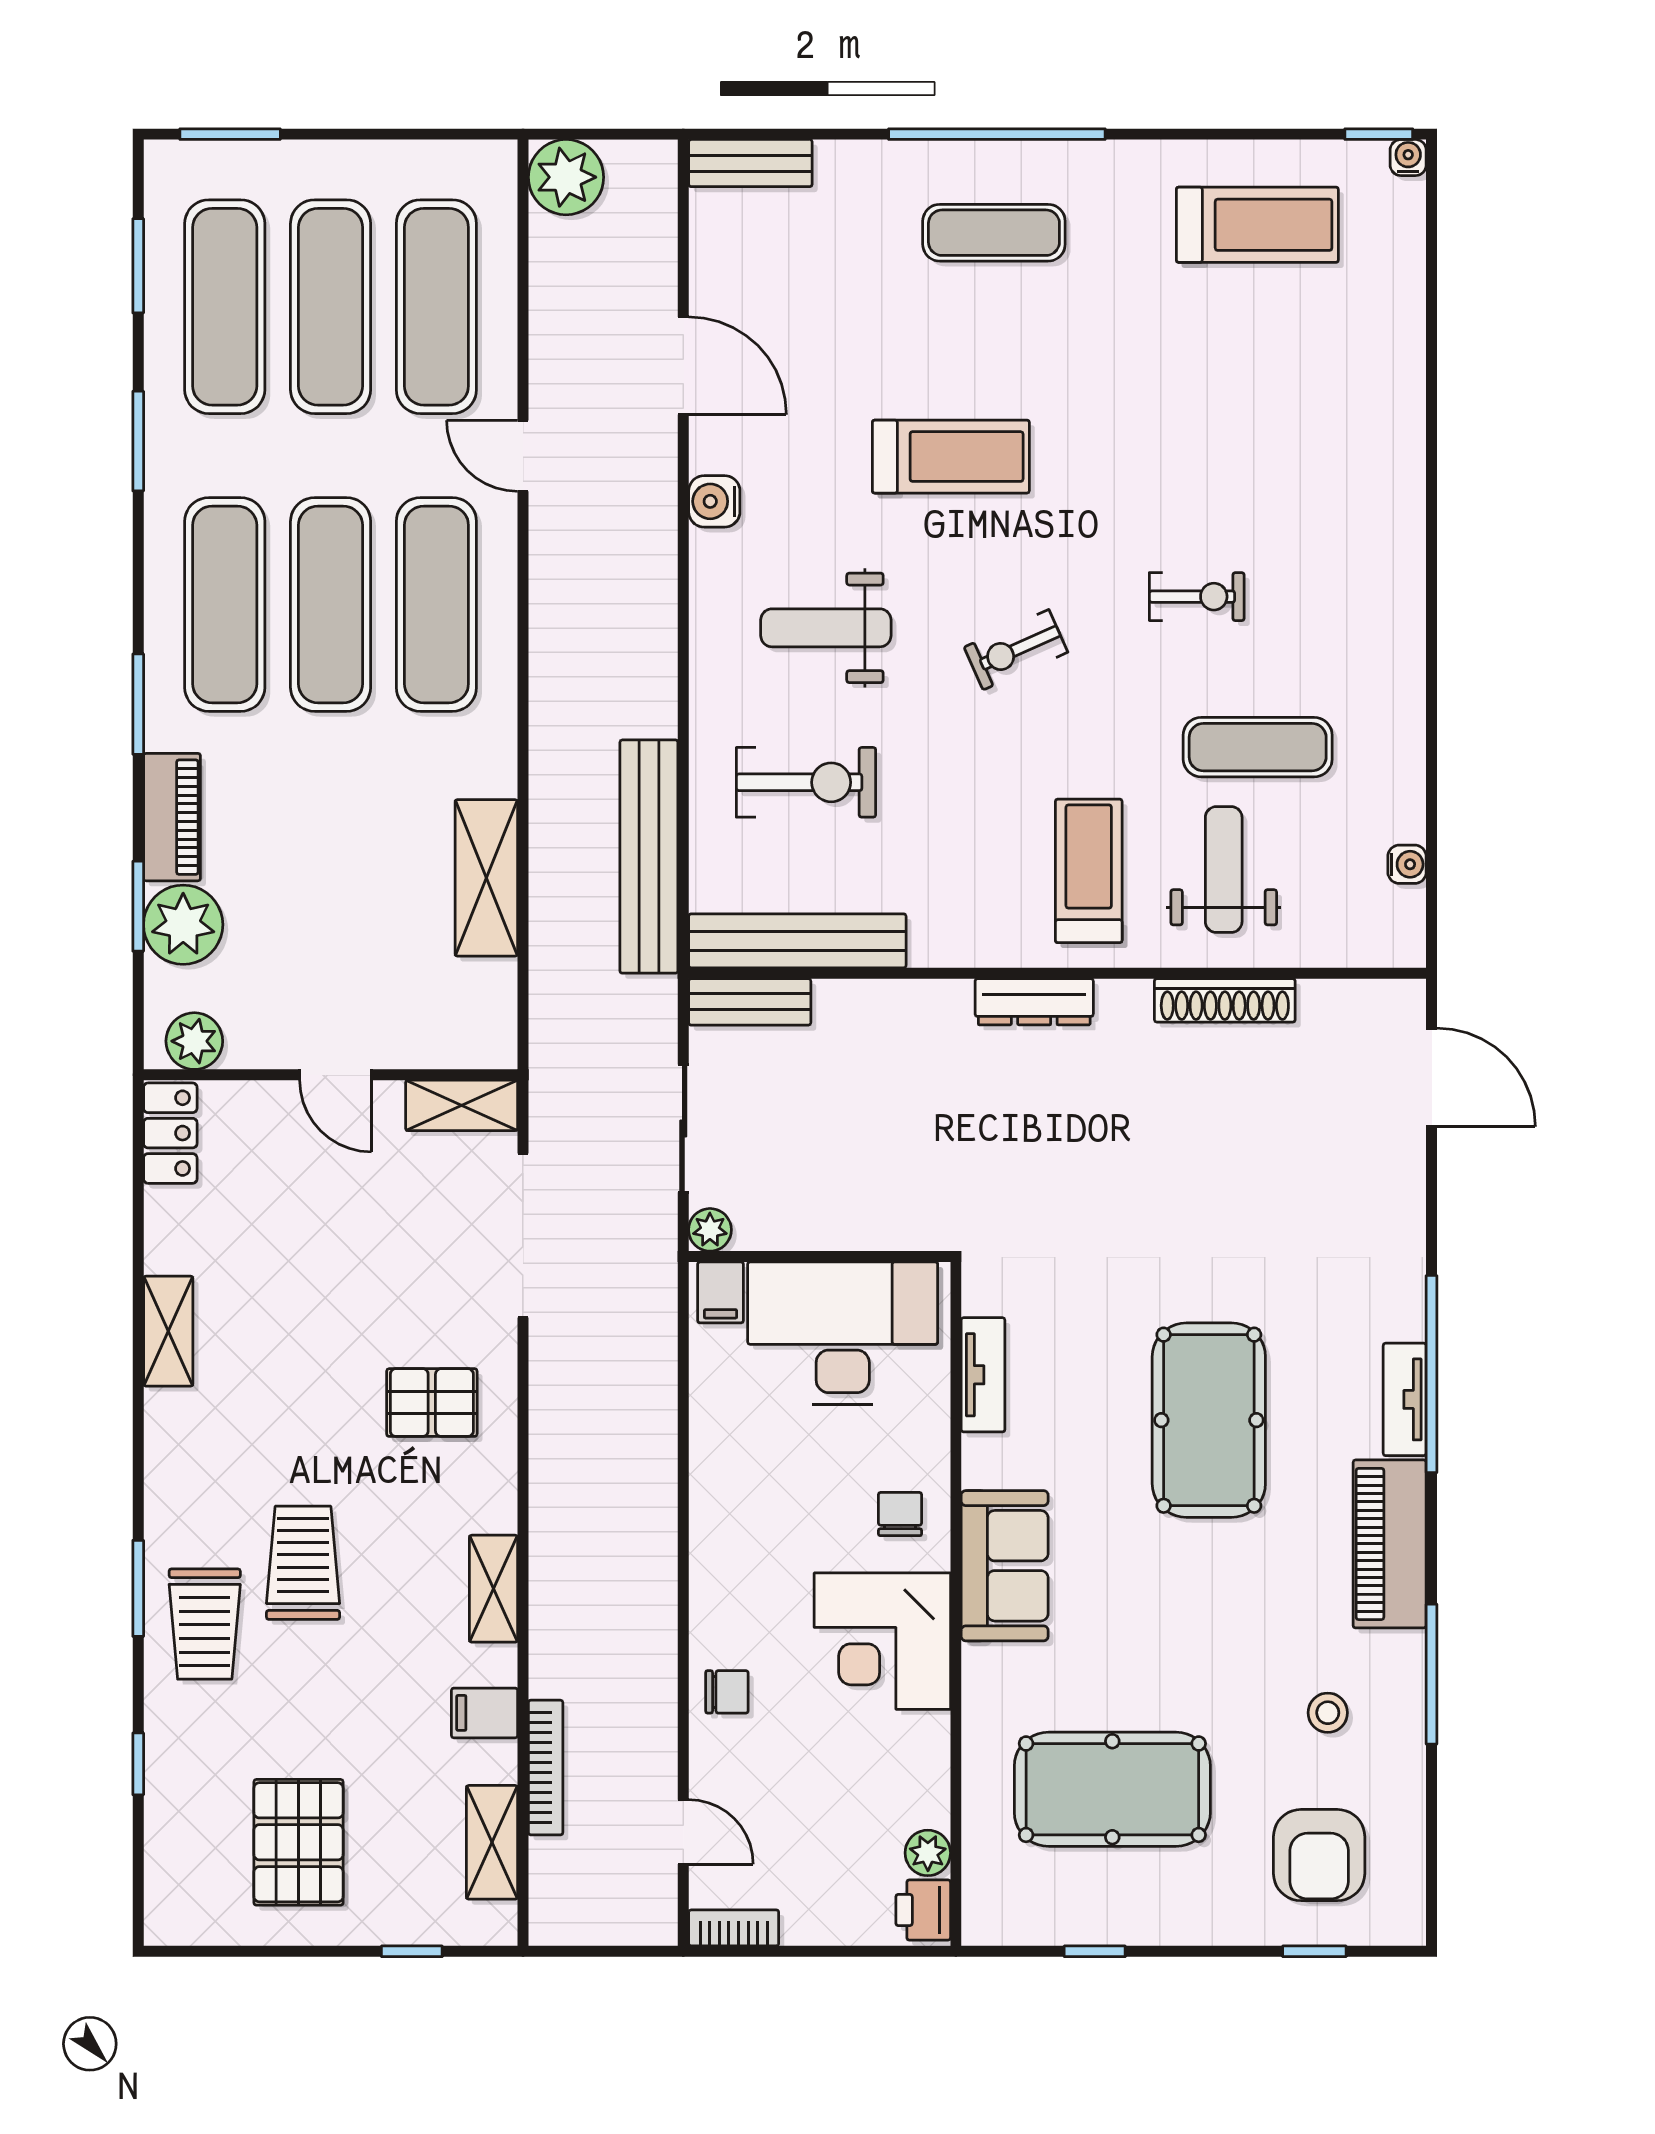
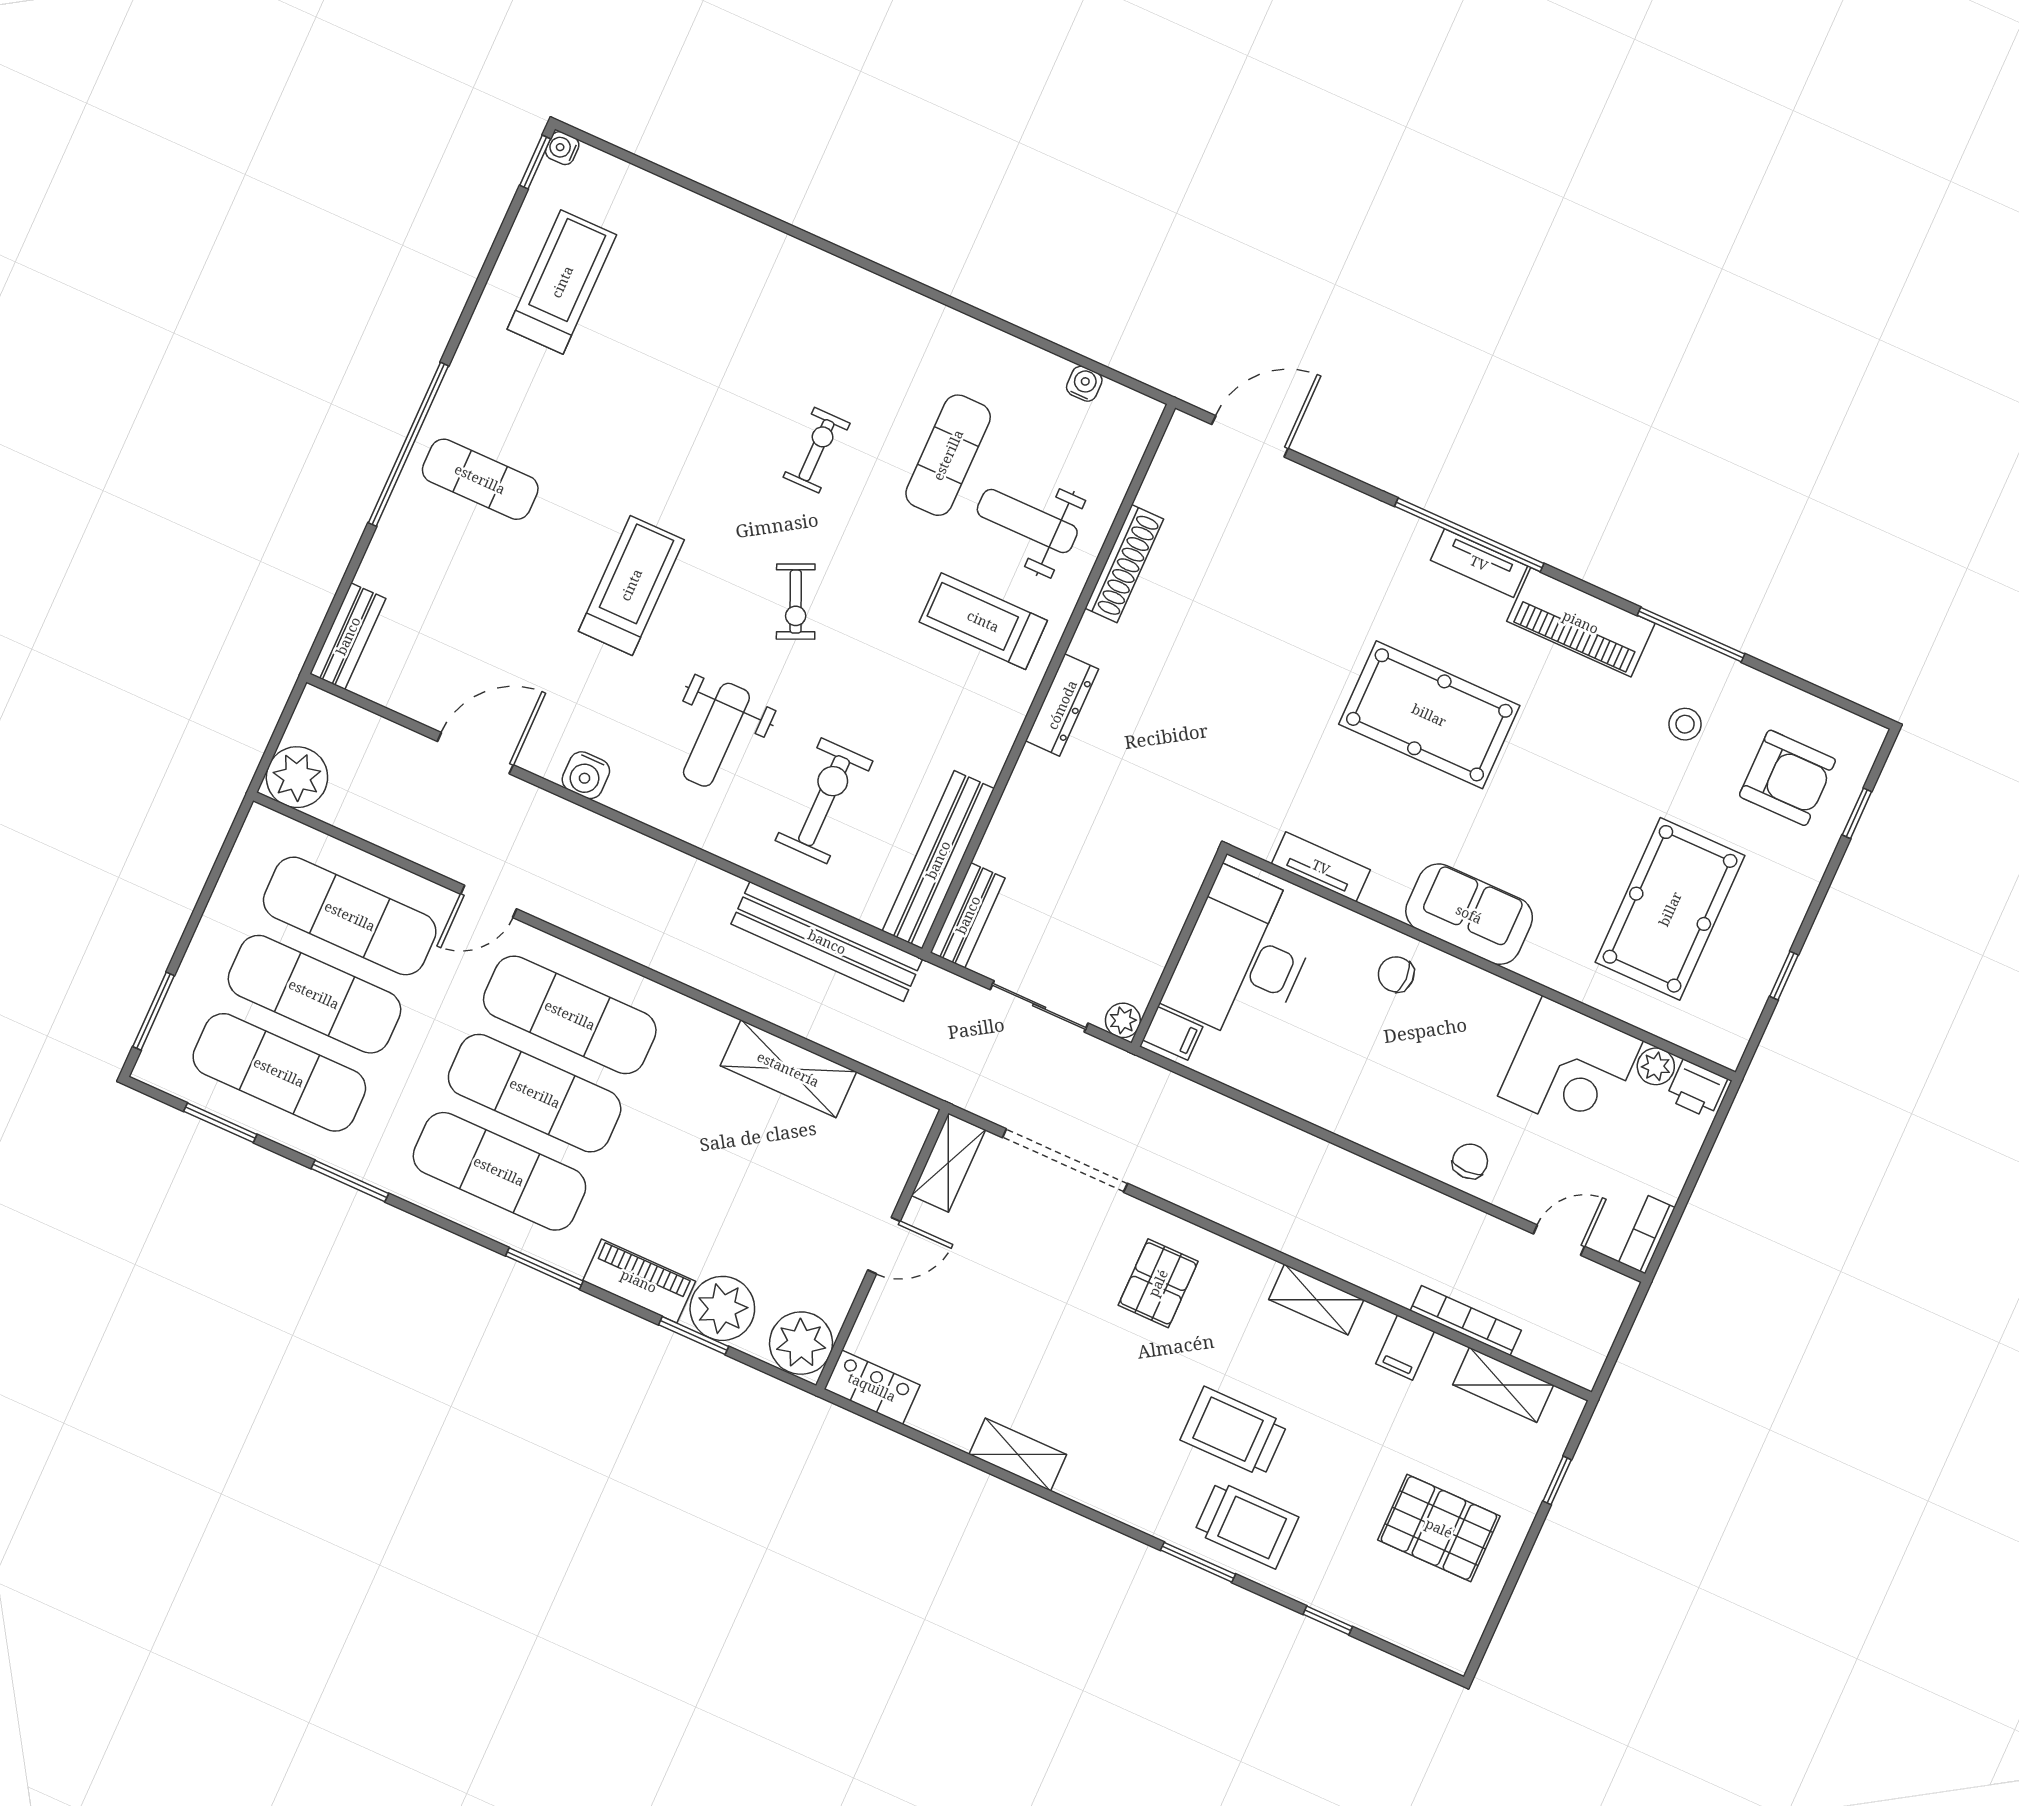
exercise mat: (994, 233) -> (480, 479), turned 90
plant: (194, 1041) -> (801, 1343), width x1.36, depth x1.36
corner desk: (882, 1641) -> (1570, 1068), moved

